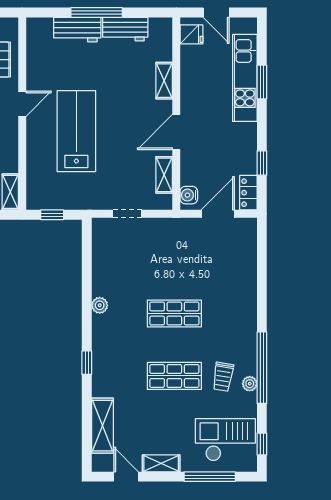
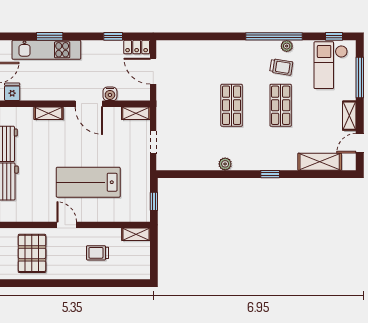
shelving: (164, 175) -> (136, 113), moved
water cooler: (189, 195) -> (110, 94), moved

